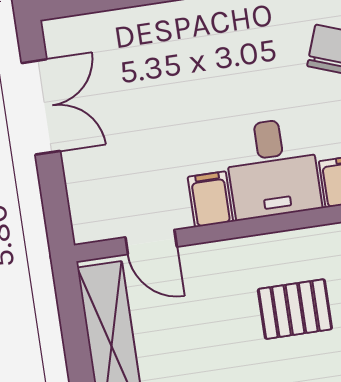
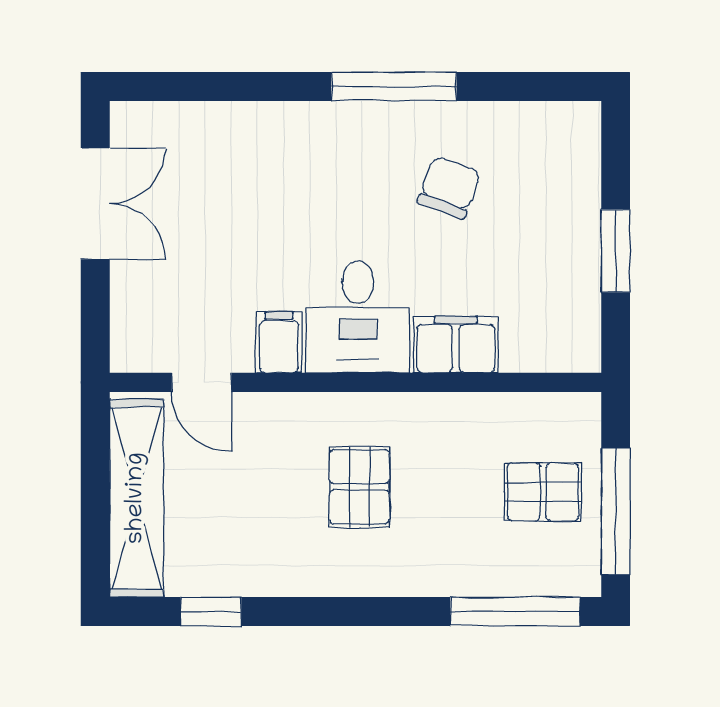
pallet: (295, 309) -> (359, 487), turned 90

